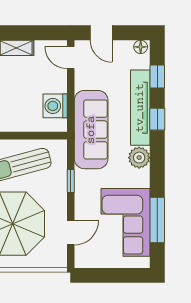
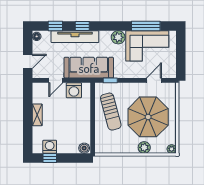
door: (71, 58) -> (56, 80), moved
plant: (139, 158) -> (118, 37), moved
window: (71, 181) -> (110, 80), moved
door: (71, 233) -> (154, 80), hinge flipped

